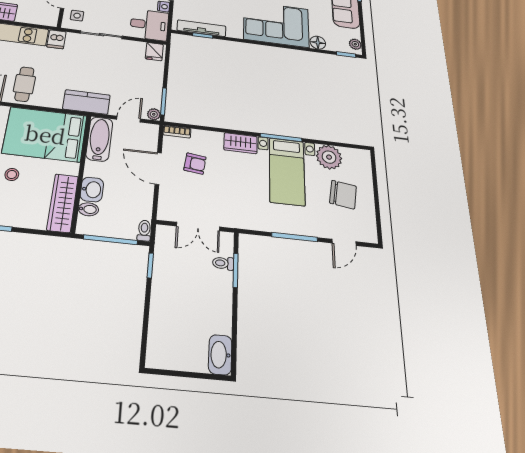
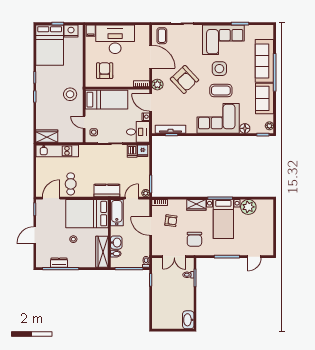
dishwasher: (56, 39) -> (132, 151), moved
chair: (343, 195) -> (194, 239), moved, turned 82

